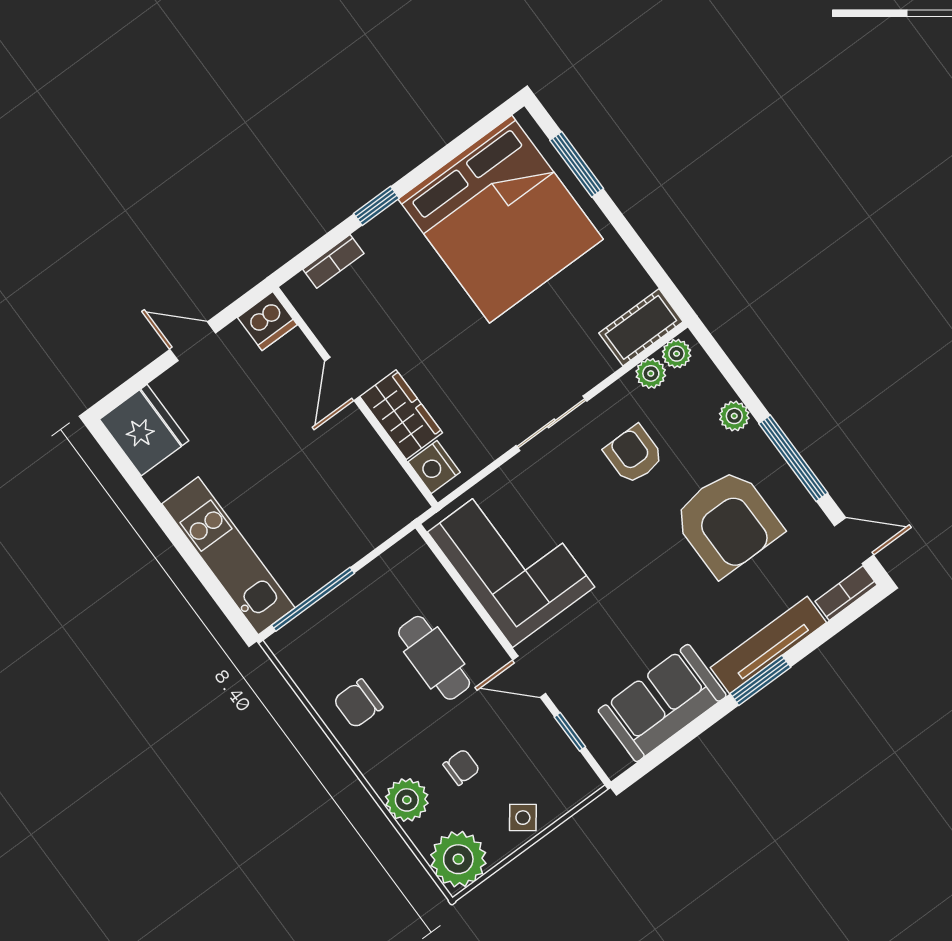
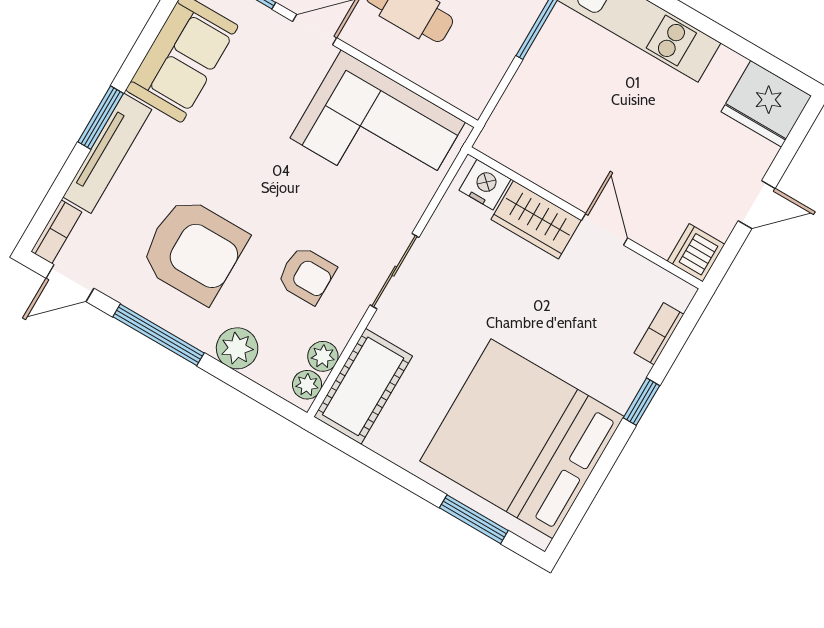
cot: (641, 327) -> (363, 386), width x1.37, depth x1.34
plant: (734, 416) -> (237, 348), width x1.38, depth x1.38
armchair: (727, 522) -> (194, 250), turned 180

